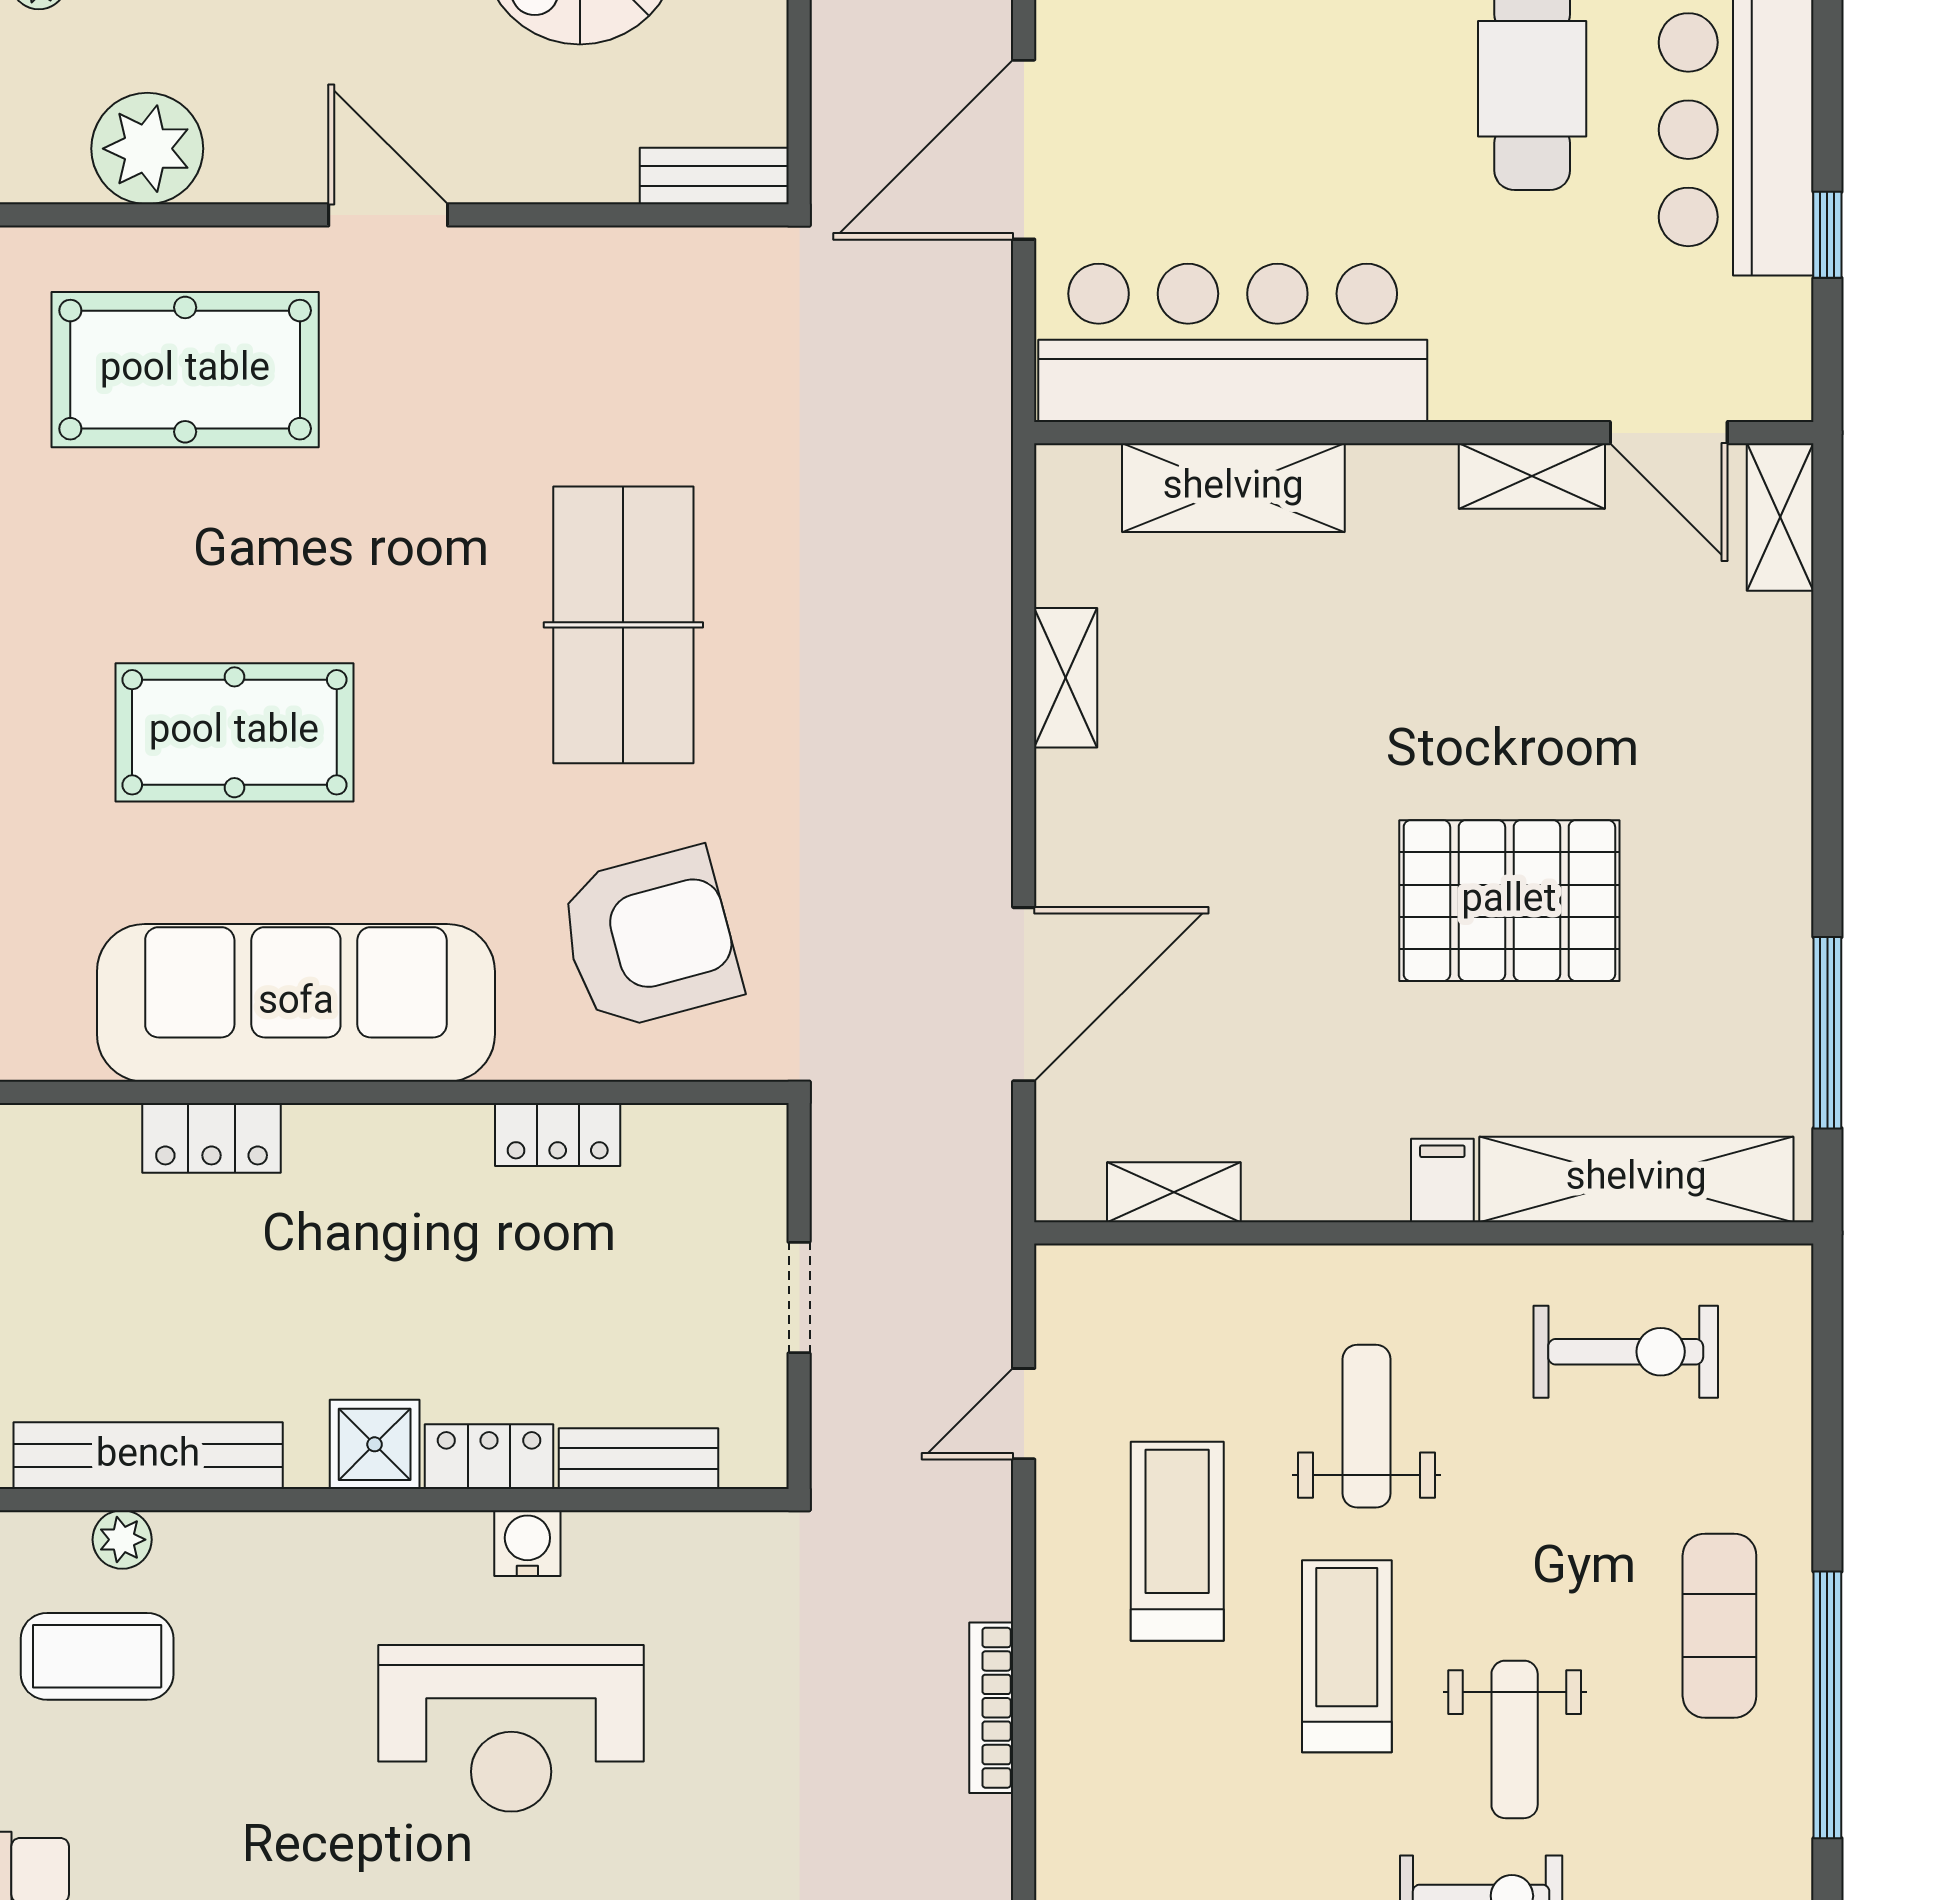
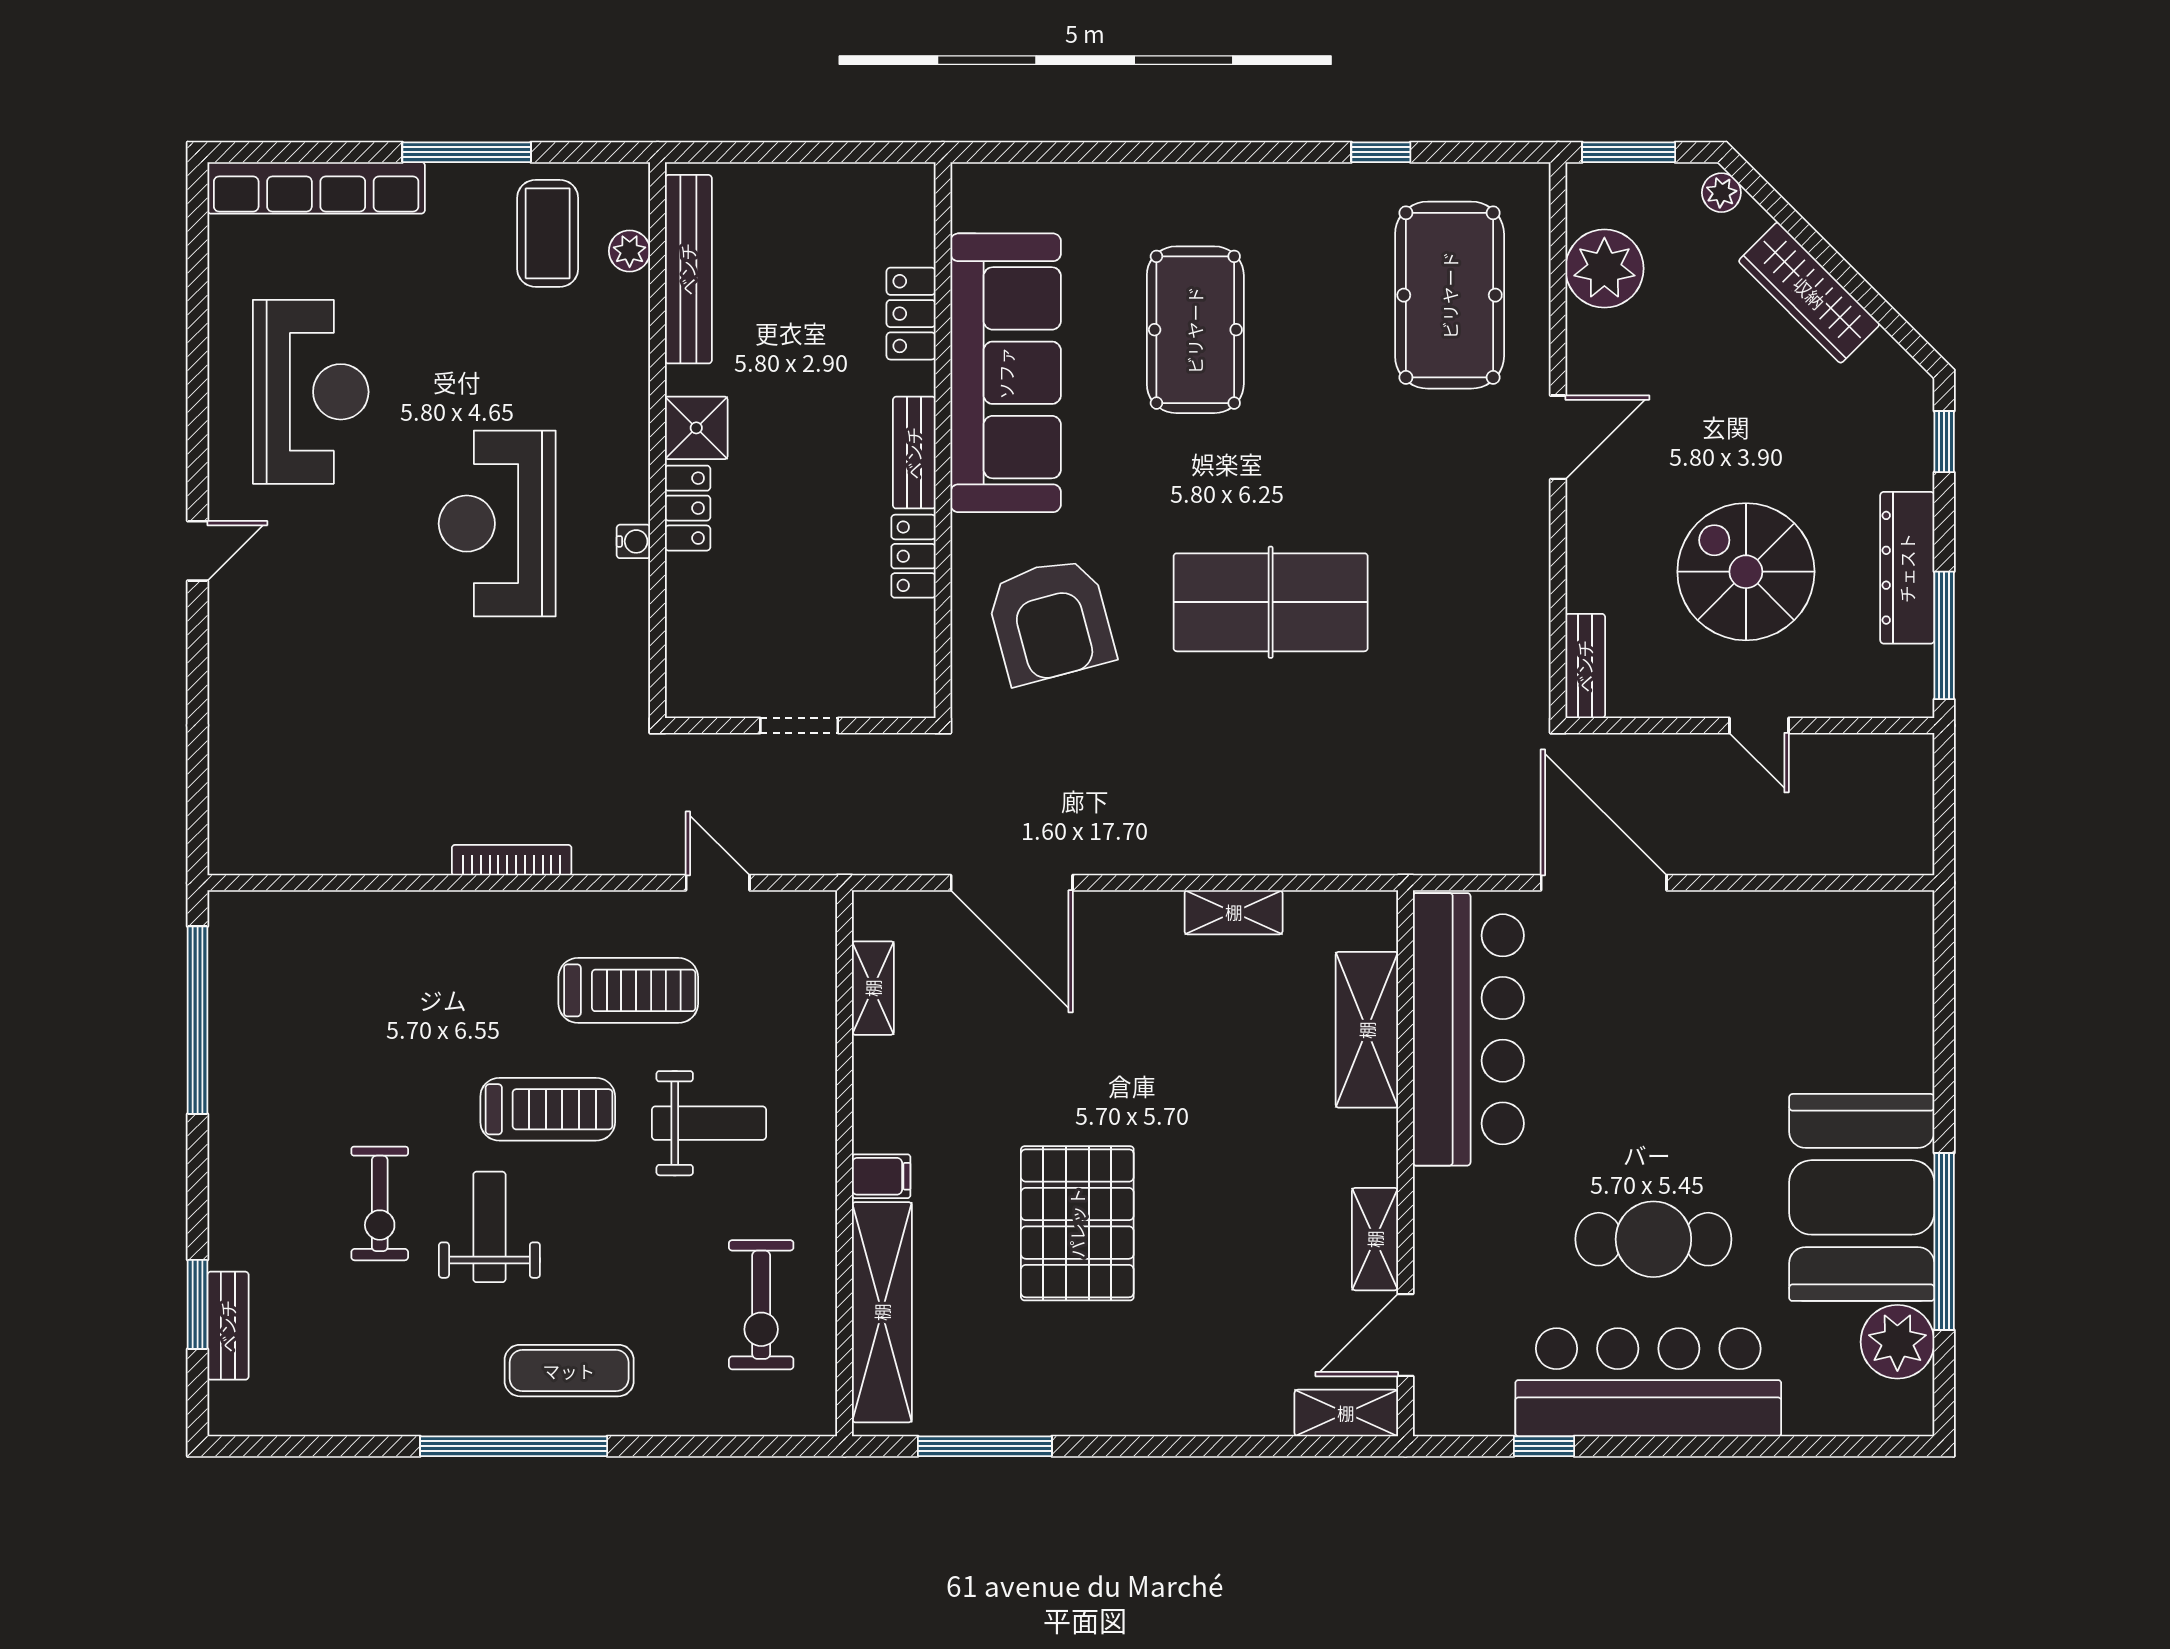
bench: (638, 1459) -> (914, 453), moved
water cooler: (527, 1543) -> (633, 541), width x0.72, depth x0.72
weight bench: (1515, 1739) -> (489, 1227), turned 90

